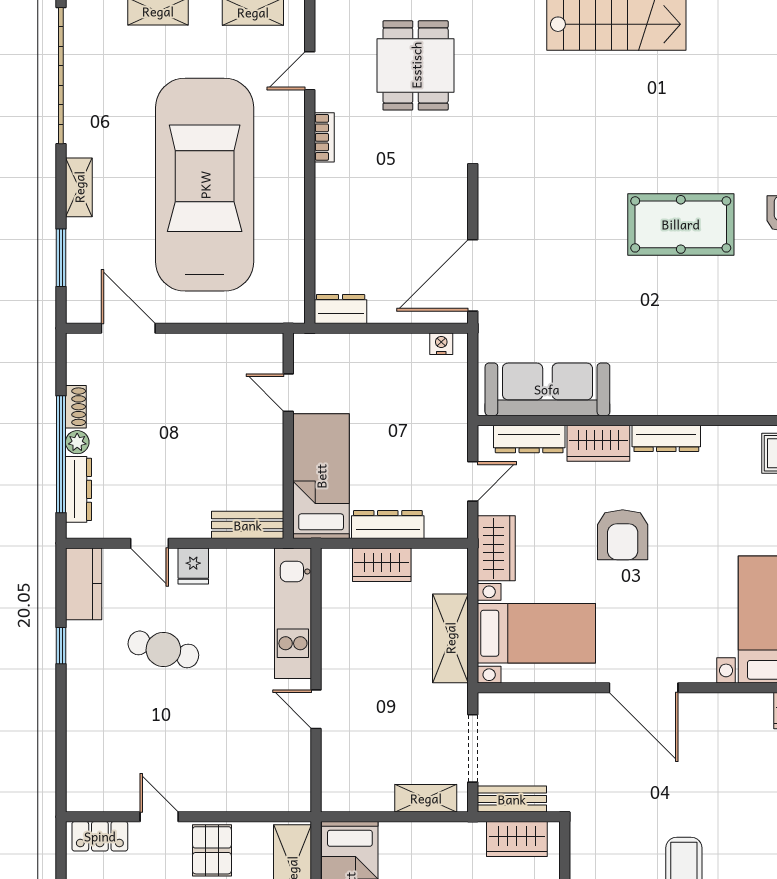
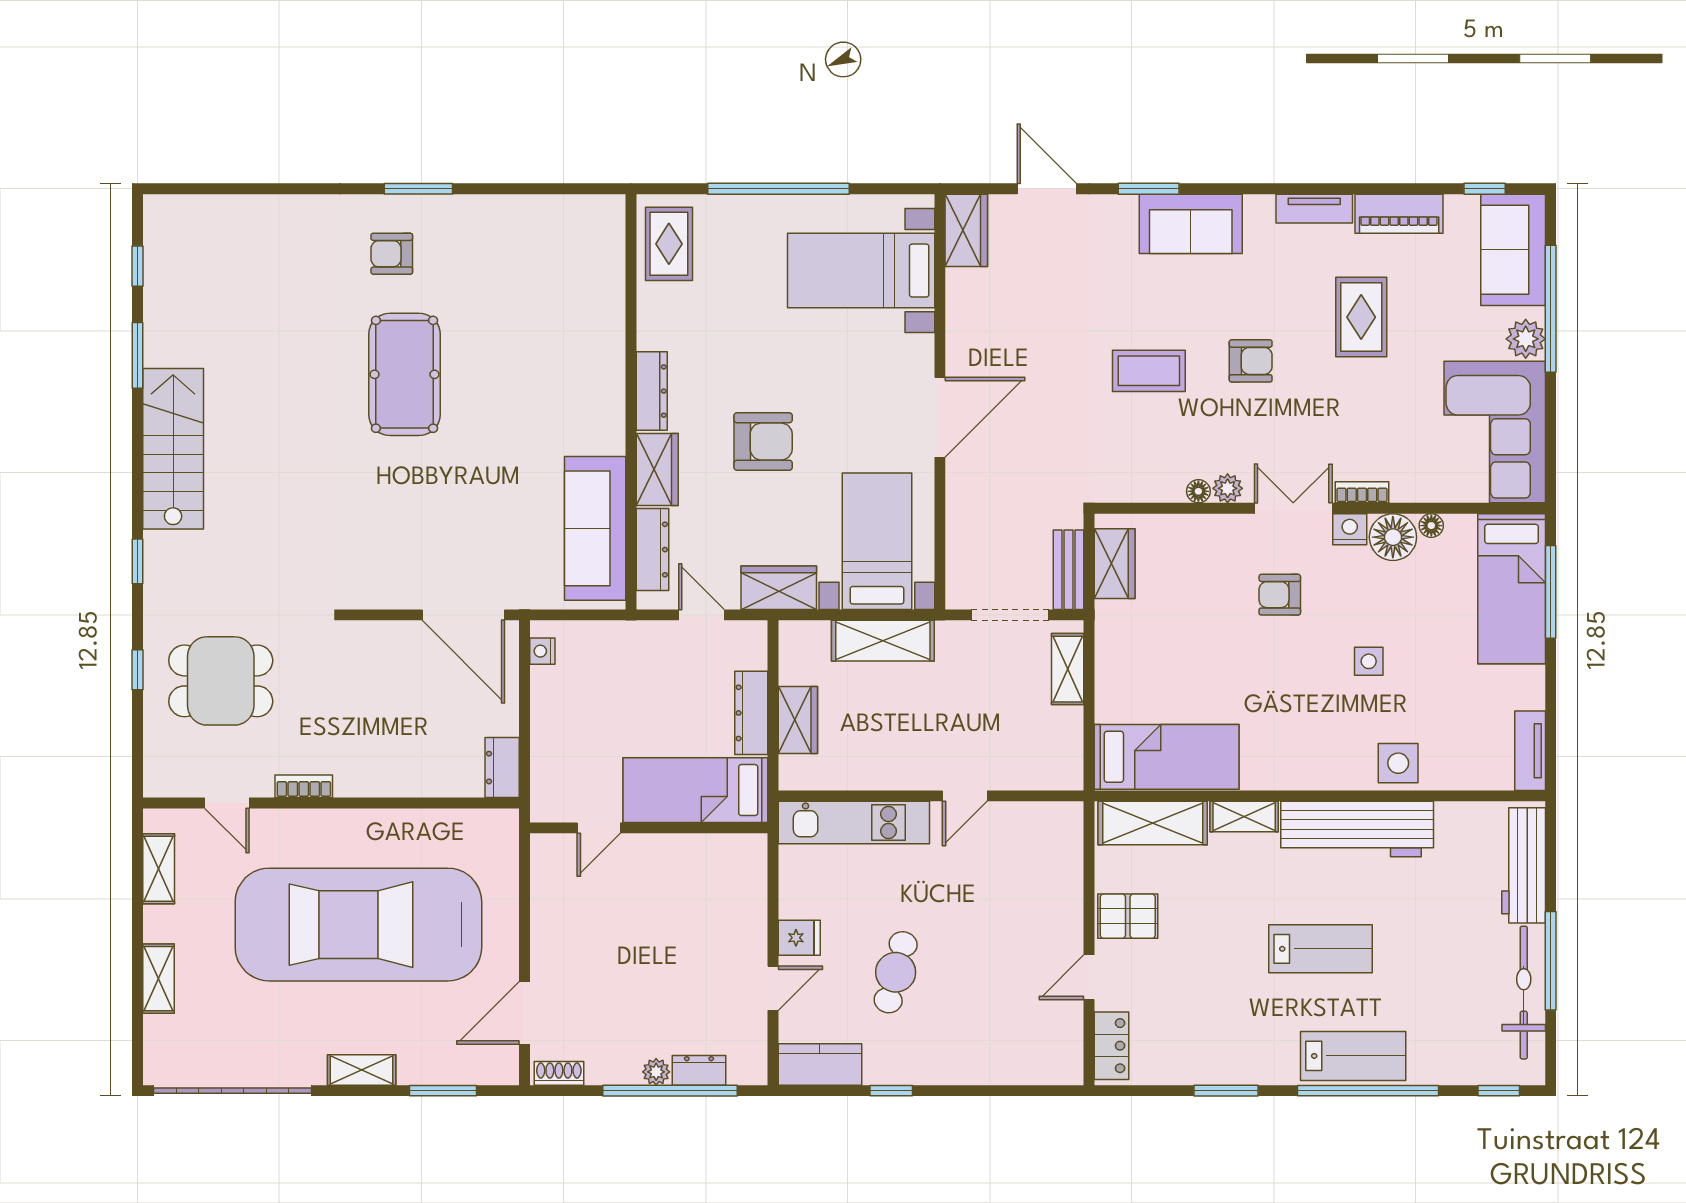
shoe rack: (76, 407) -> (559, 1073), moved
dresser: (78, 489) -> (699, 1070), width x0.70
bench: (248, 525) -> (752, 875), removed

